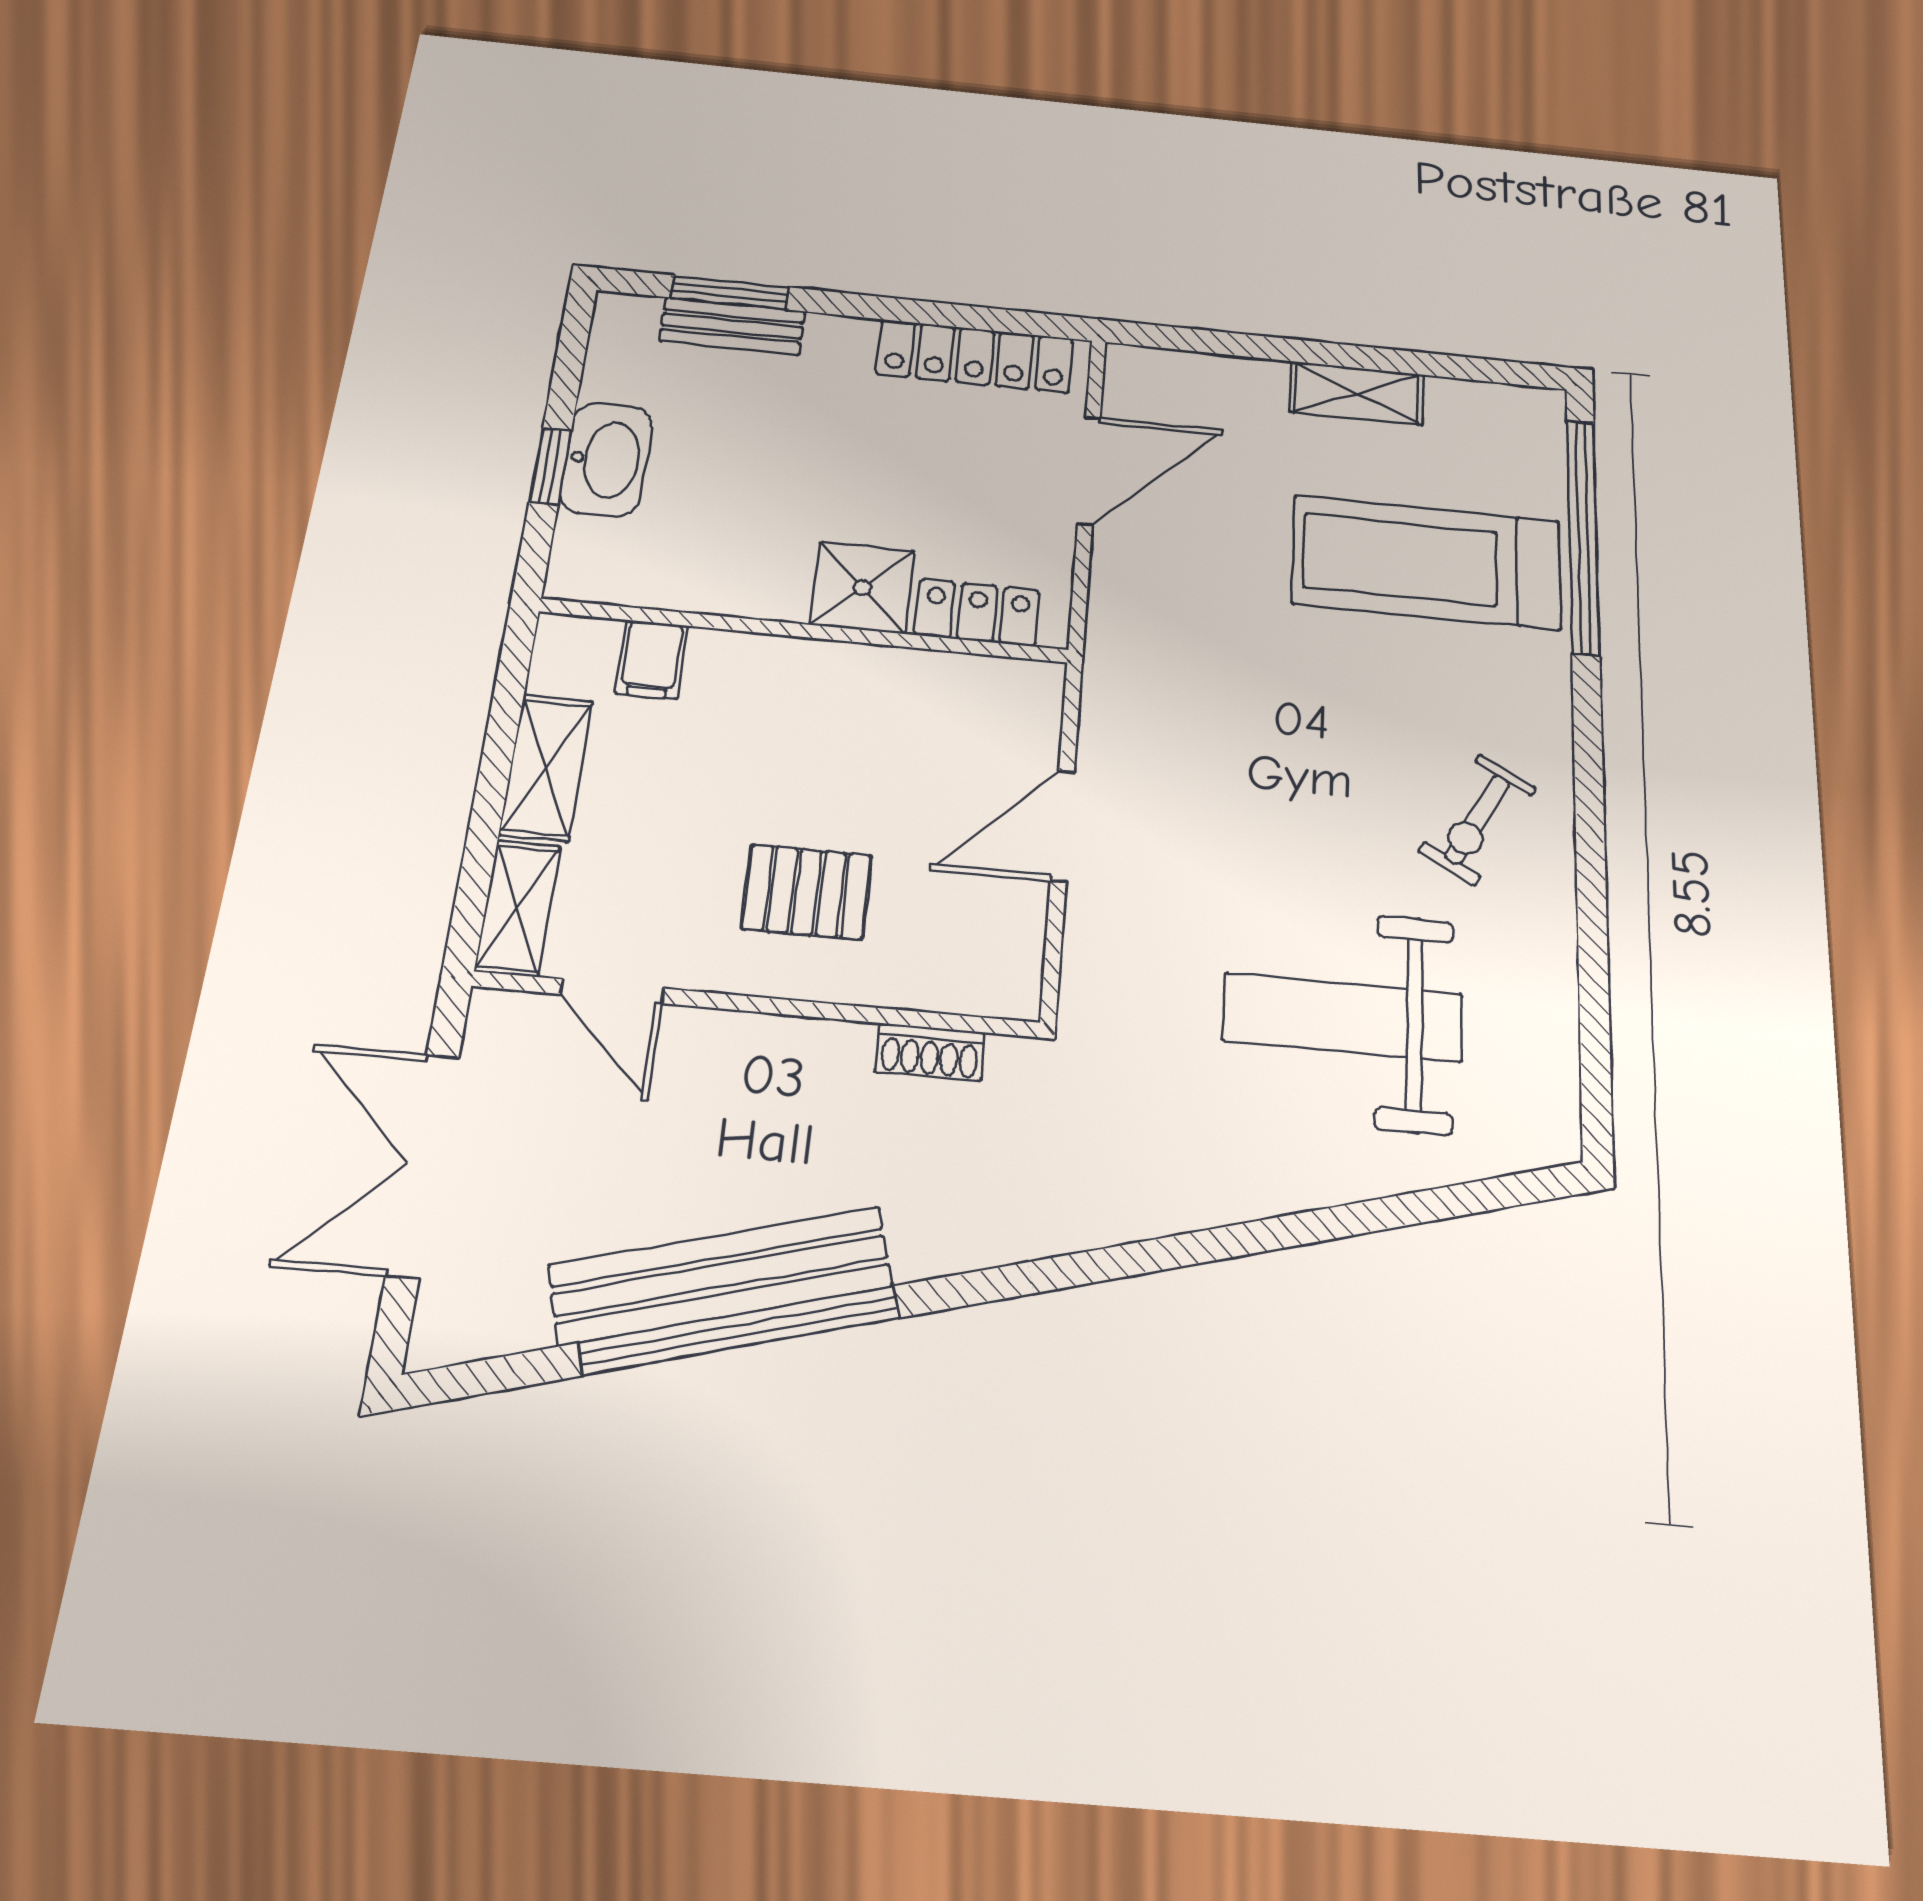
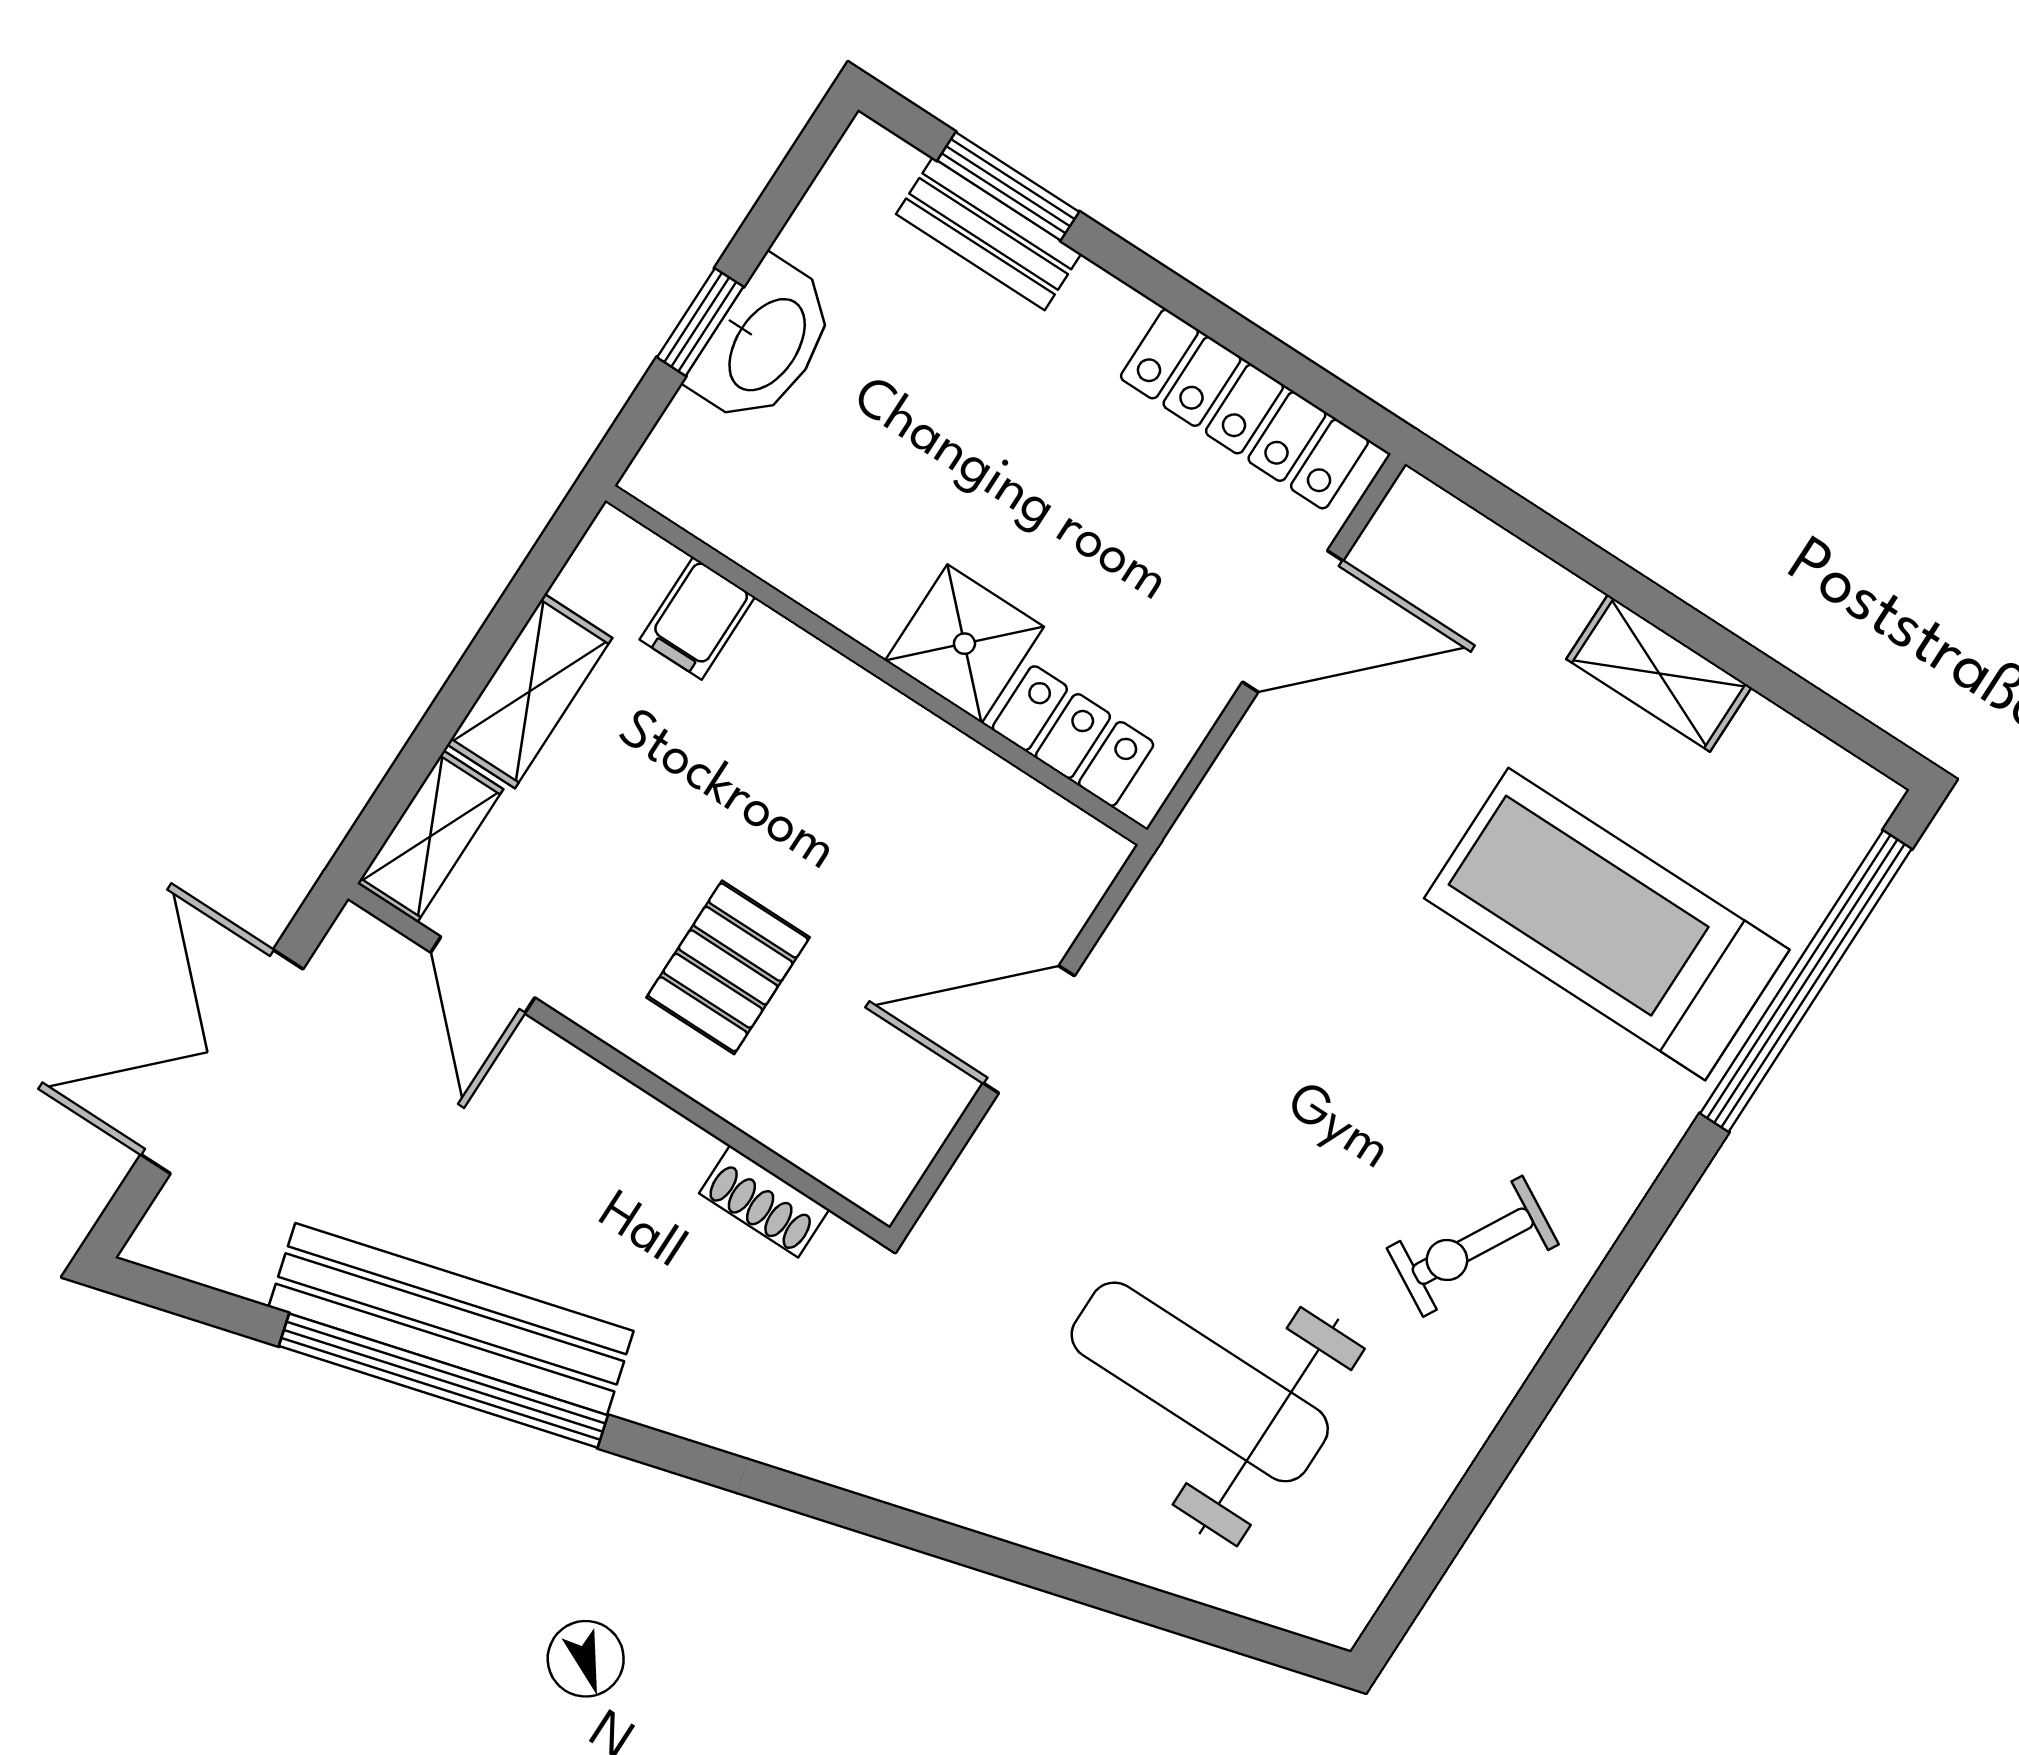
pallet: (807, 892) -> (728, 967), turned 90

